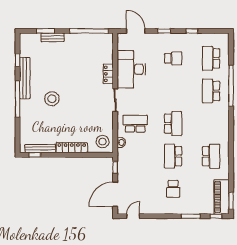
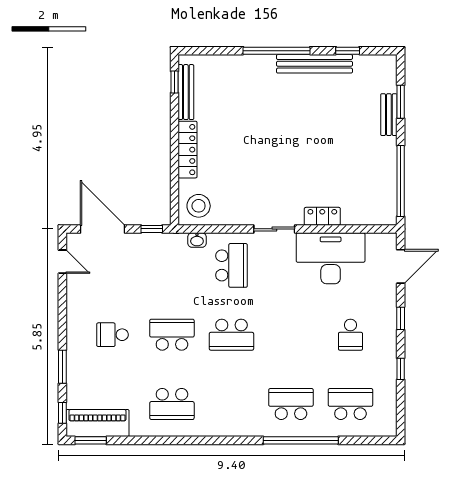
stool: (52, 99) -> (277, 114), removed

